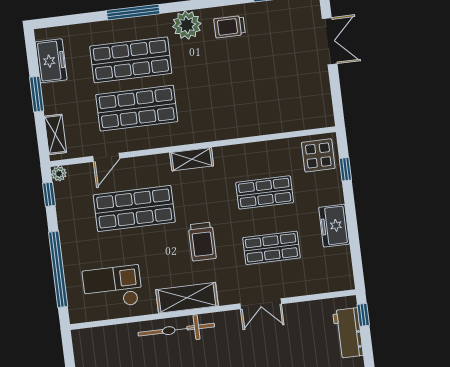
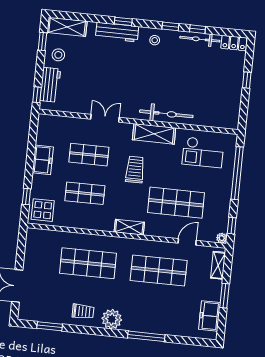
shop shelf: (131, 60) -> (88, 263), moved

